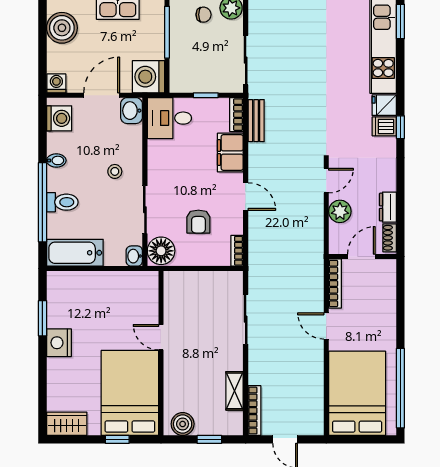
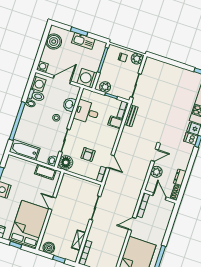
plant: (188, 82) -> (105, 87), added
washbasin: (131, 111) -> (69, 104), moved
desk: (169, 118) -> (87, 112), moved
filing cabinet: (230, 153) -> (115, 122), width x0.50
door: (246, 197) -> (110, 161), moved
toilet: (62, 202) -> (36, 96), moved
door: (361, 256) -> (160, 196), hinge flipped
cot: (128, 282) -> (45, 172), added
door: (326, 326) -> (132, 224), hinge flipped

